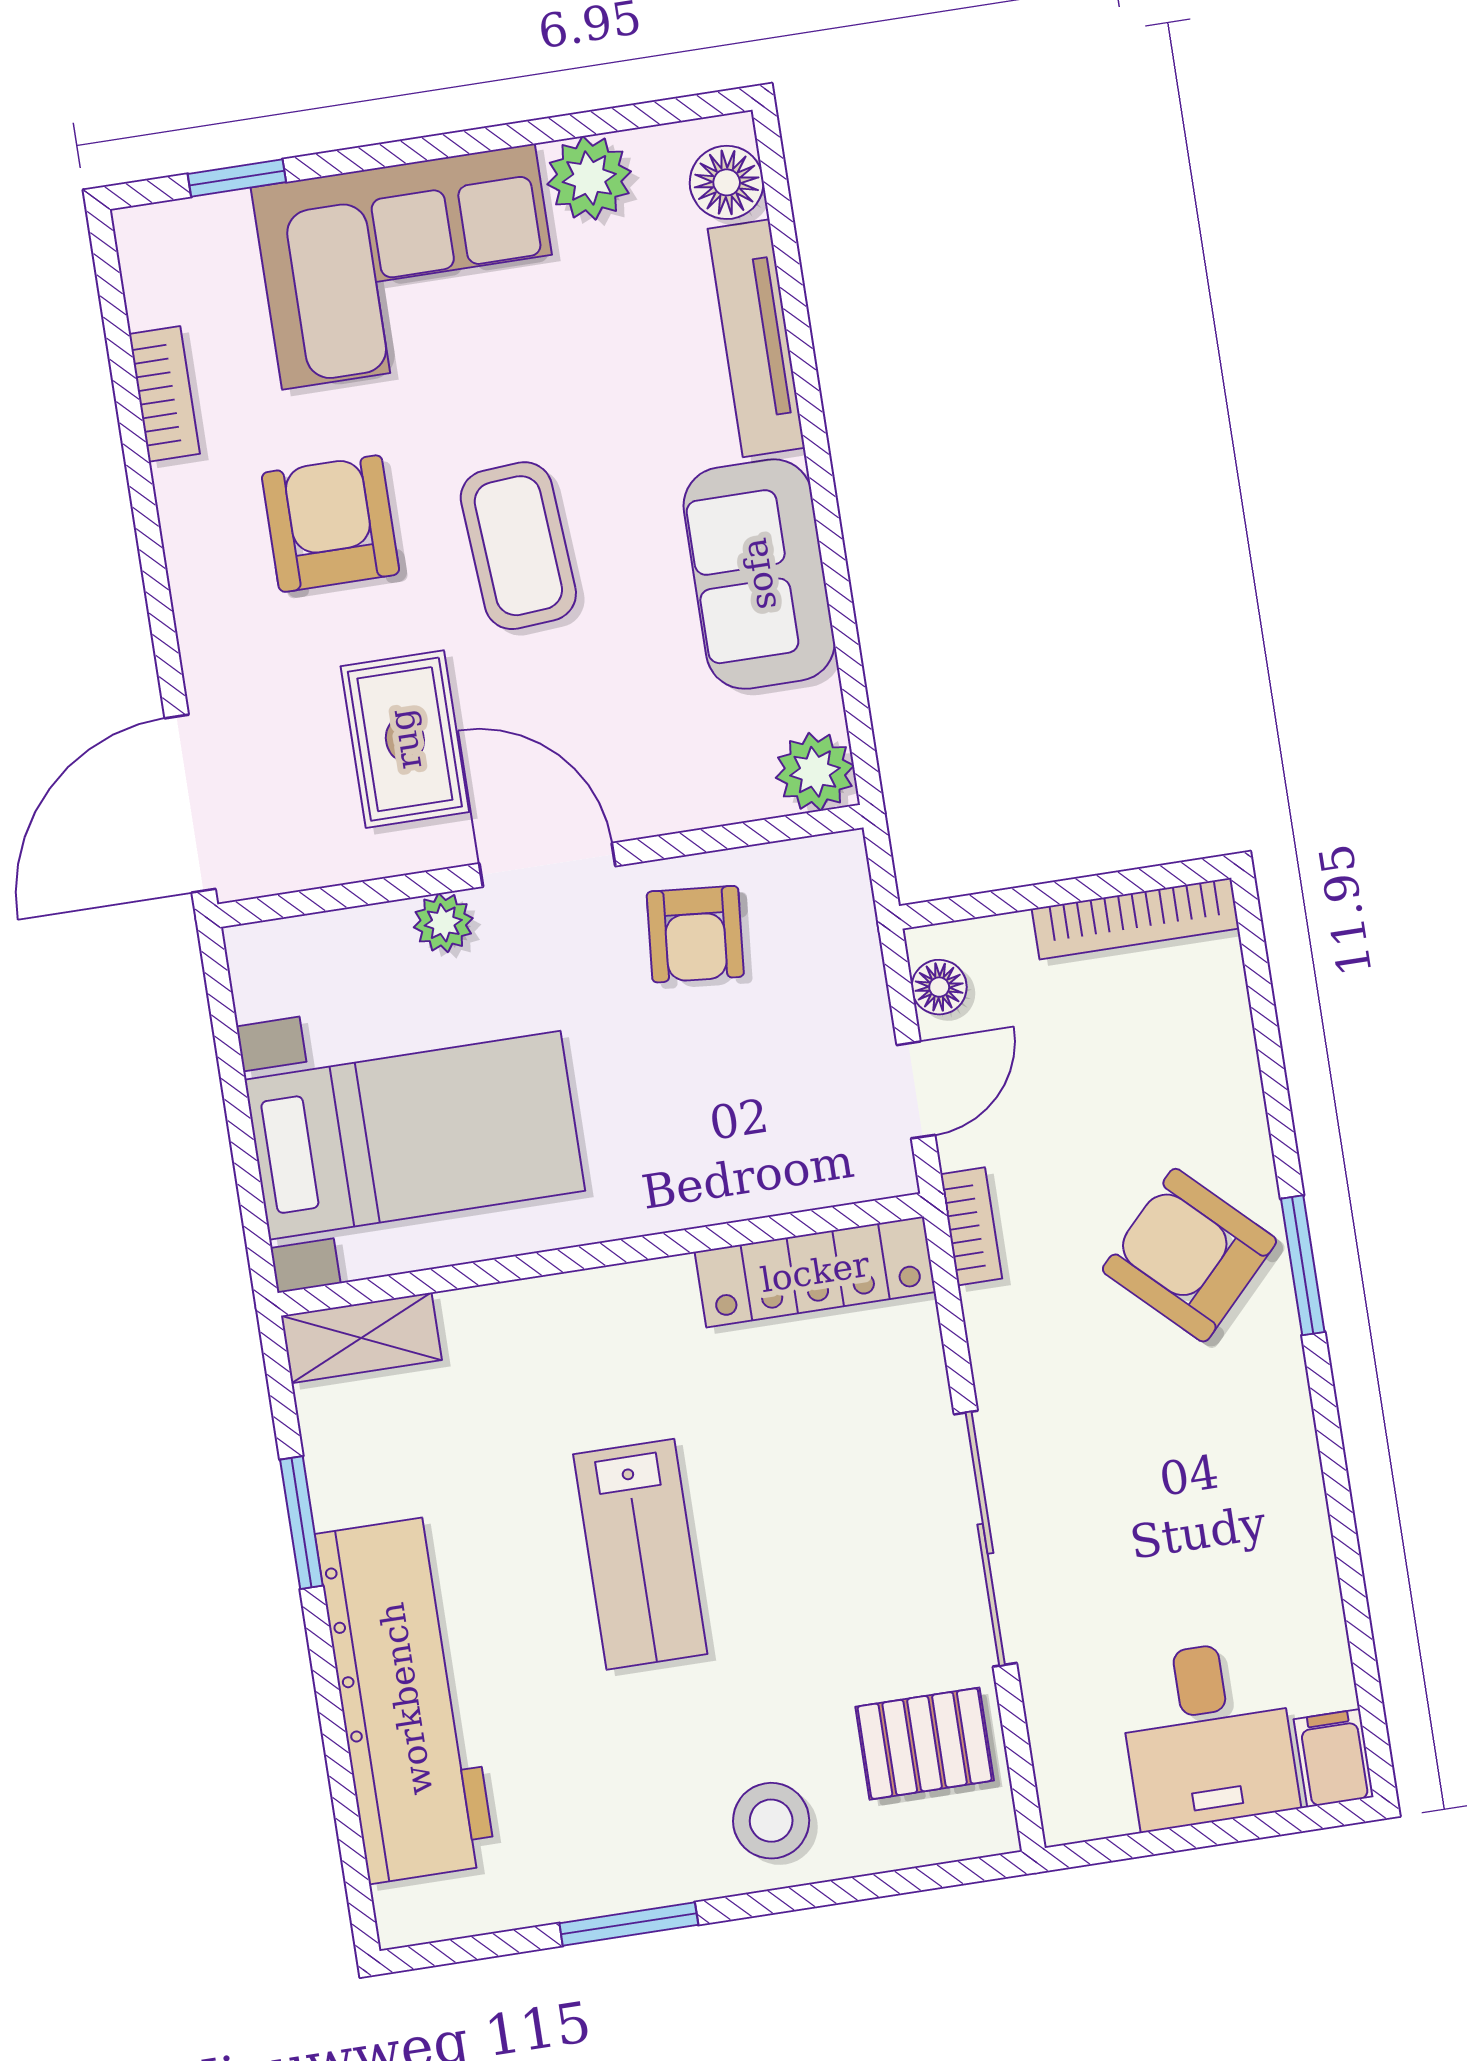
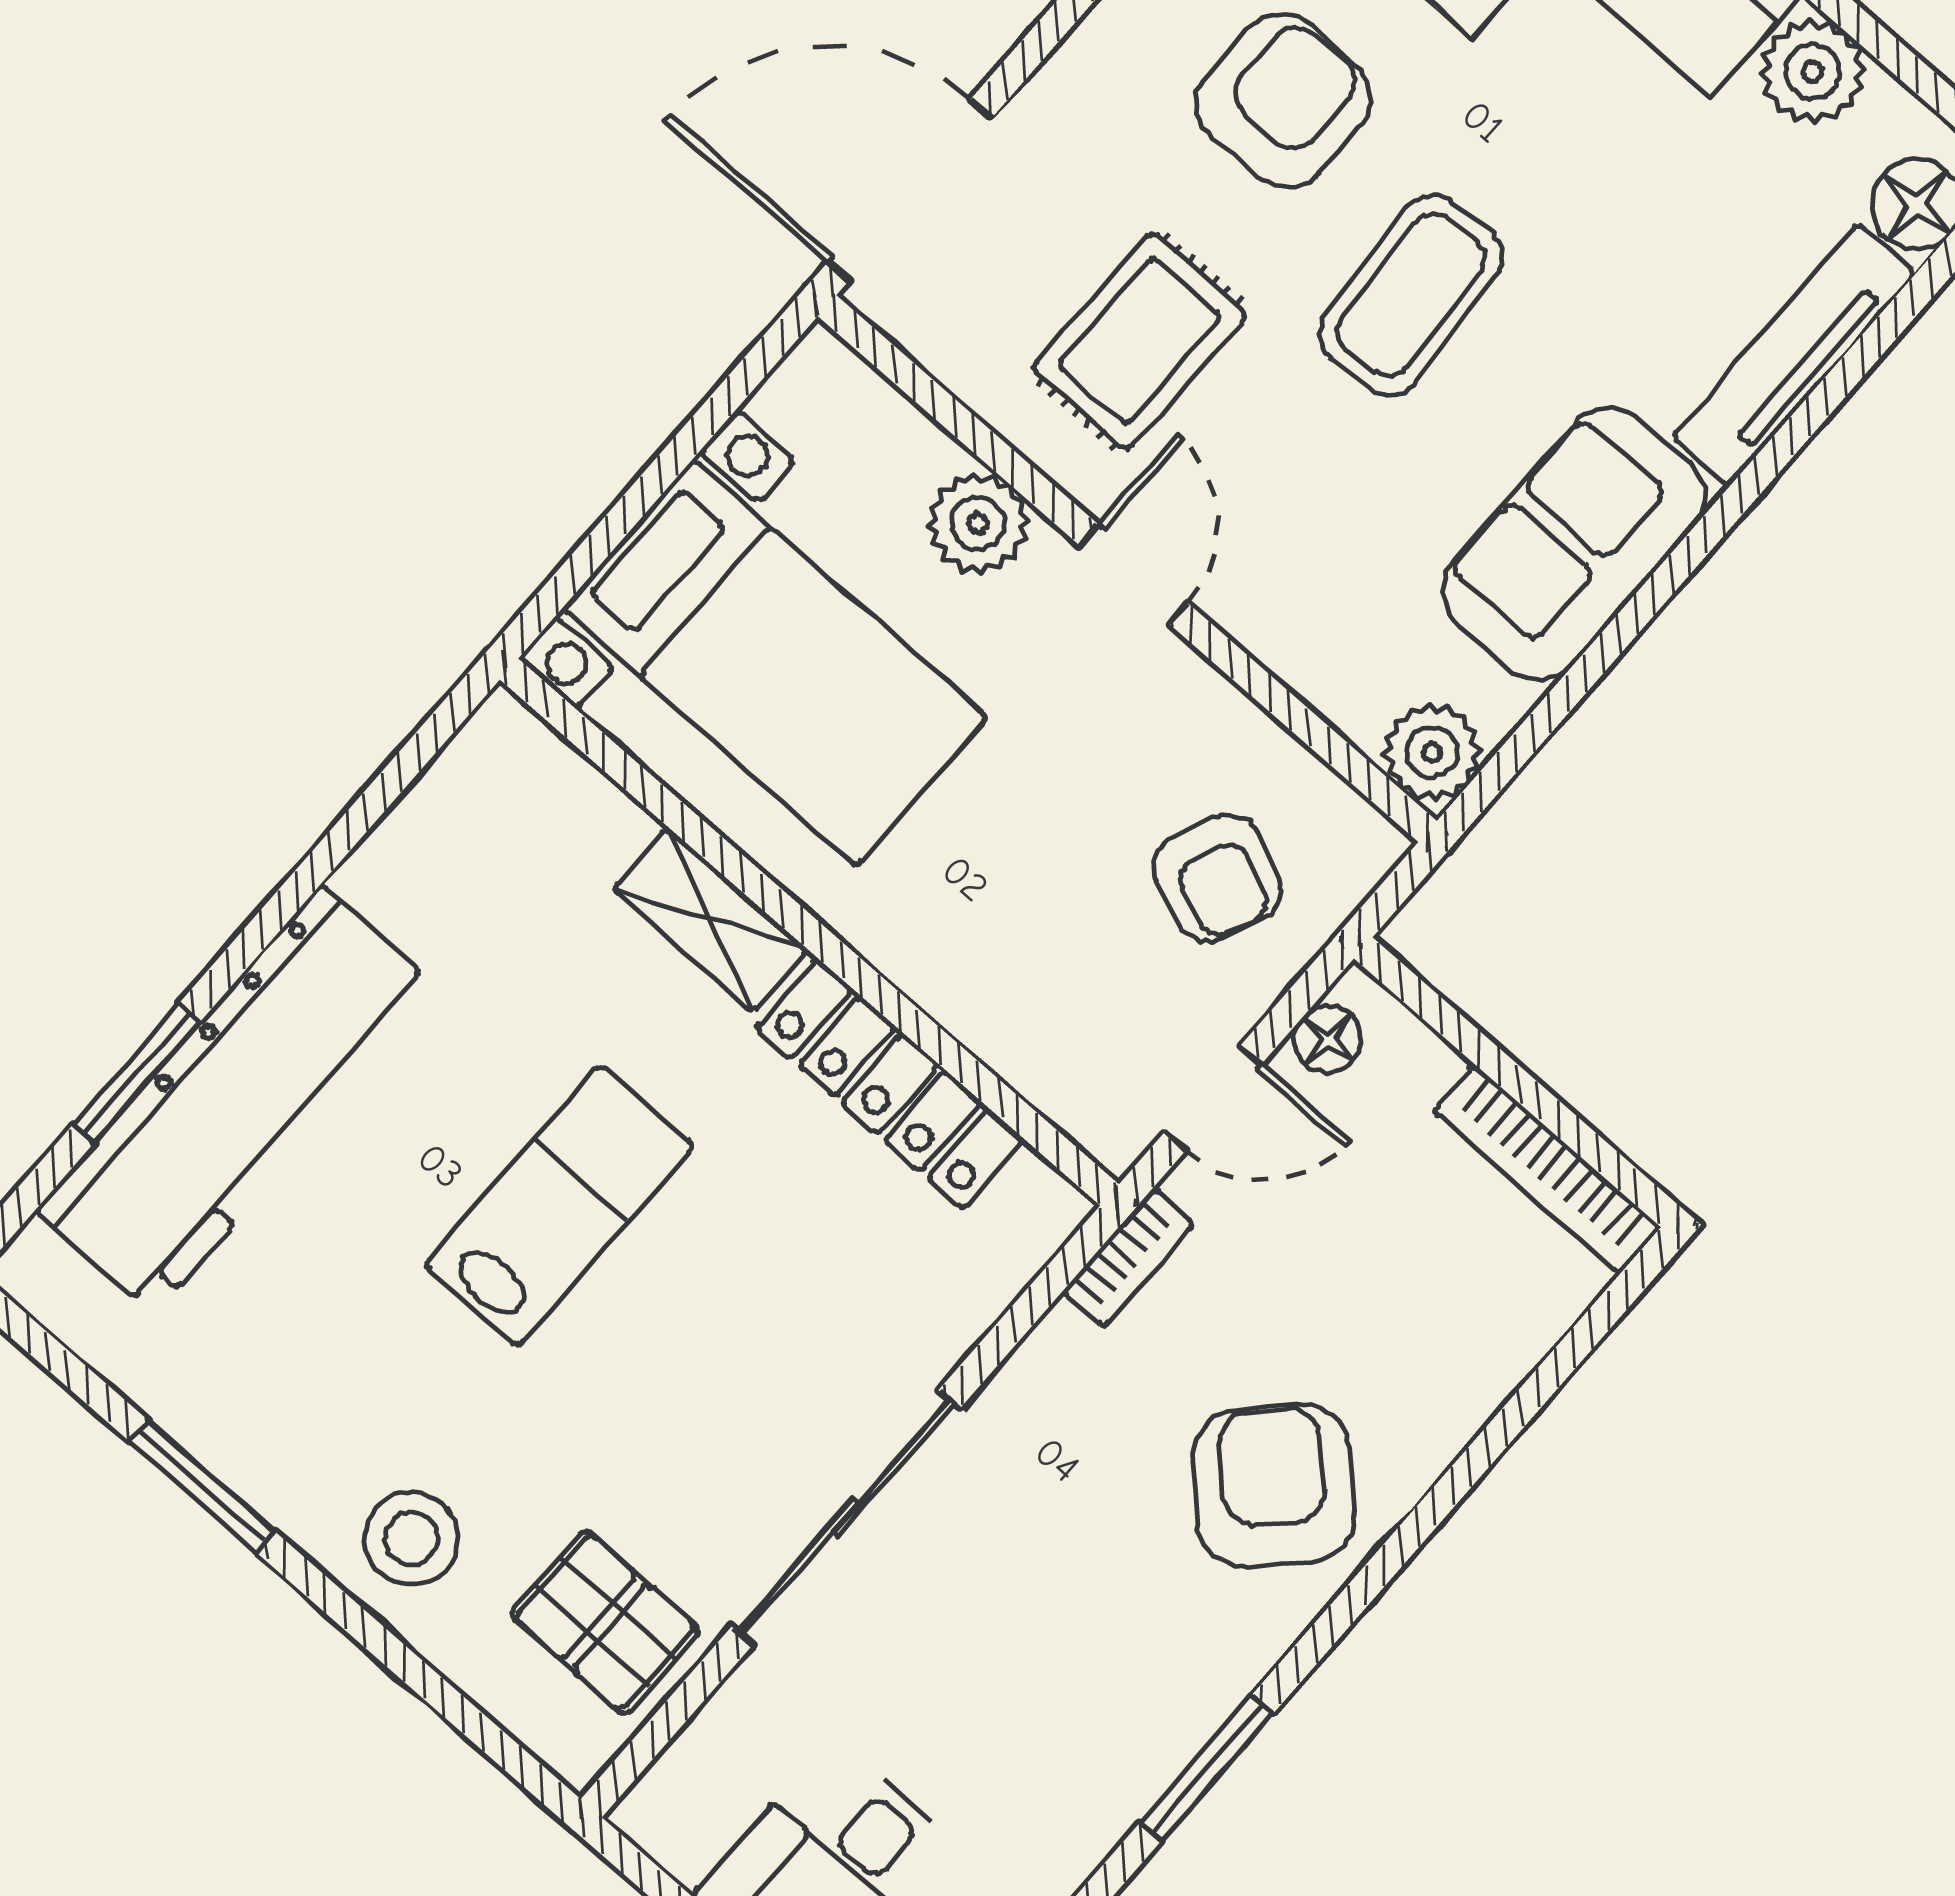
door: (547, 865) -> (1134, 574), width x0.73
plant: (443, 923) -> (978, 523), width x1.38, depth x1.38
armchair: (695, 934) -> (1218, 878), moved, turned -72
window: (1303, 1265) -> (1206, 1768), moved
locker: (815, 1272) -> (890, 1084), moved
shelving: (361, 1338) -> (710, 920), moved
window: (301, 1523) -> (136, 1073), moved
lab bench: (640, 1554) -> (559, 1205), turned 180

